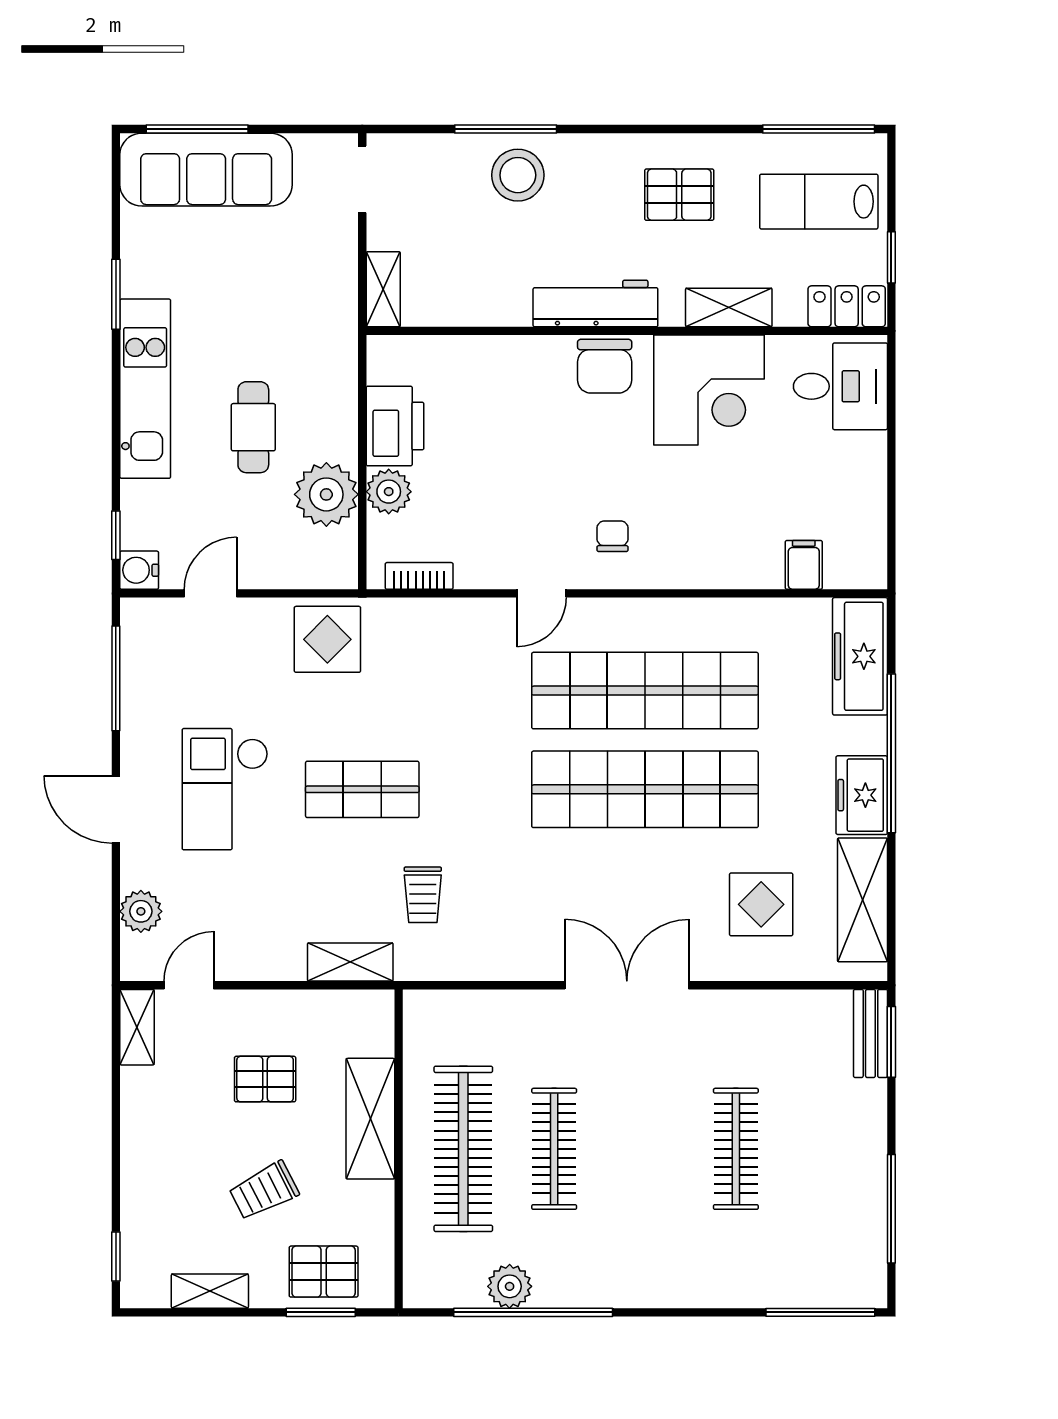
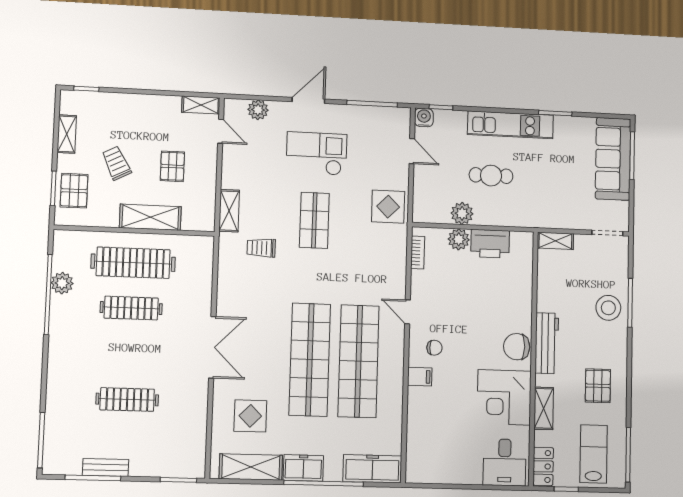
plant: (326, 494) -> (462, 213), width x0.73, depth x0.73
filing cabinet: (804, 565) -> (420, 377), moved
bench: (870, 1033) -> (106, 467), moved

